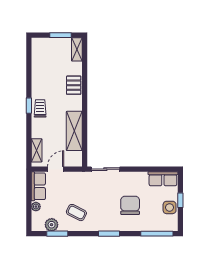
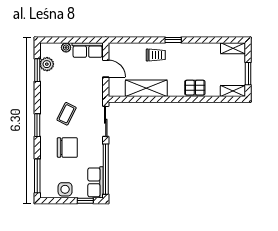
trolley: (40, 108) -> (156, 55), moved
shelving: (37, 150) -> (233, 48), moved
window: (151, 169) -> (106, 169), added
window: (180, 200) -> (85, 201), moved
coffee table: (76, 213) -> (67, 114), moved

